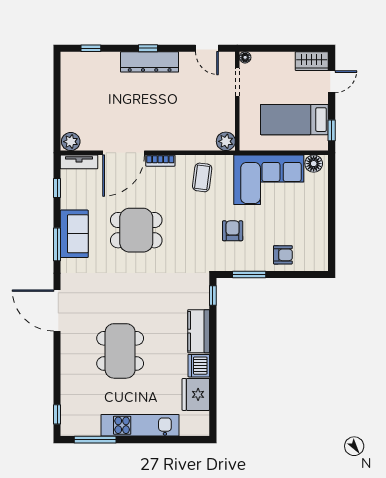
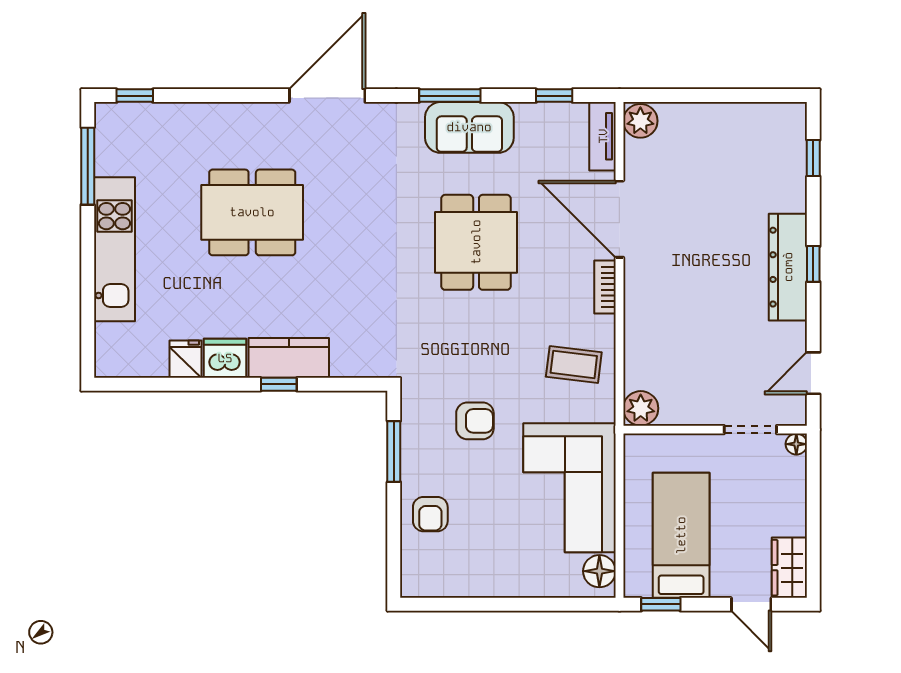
window: (213, 296) -> (279, 384), moved
fridge: (196, 394) -> (186, 359), width x0.53, depth x0.75

